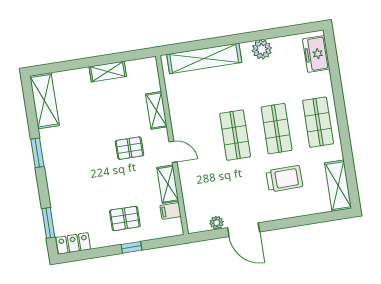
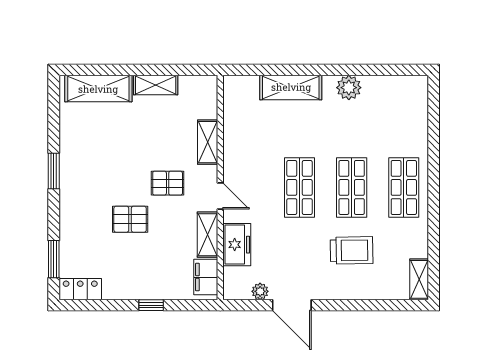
freezer: (316, 54) -> (237, 245), moved, turned 180
shelving: (204, 58) -> (291, 87), width x0.68
shelving: (44, 101) -> (98, 89), moved, turned 90
shelving: (338, 186) -> (419, 279), width x0.67, depth x0.75
filing cabinet: (171, 211) -> (206, 277), width x2.00
pallet: (125, 218) -> (130, 219), moved

